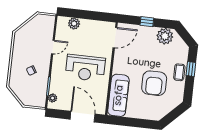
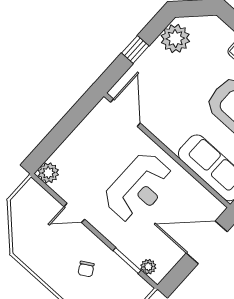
plant: (74, 24) -> (48, 173), moved
door: (53, 47) -> (74, 213), swing flipped

